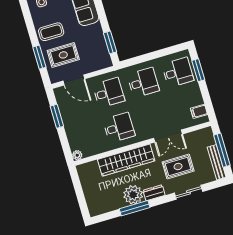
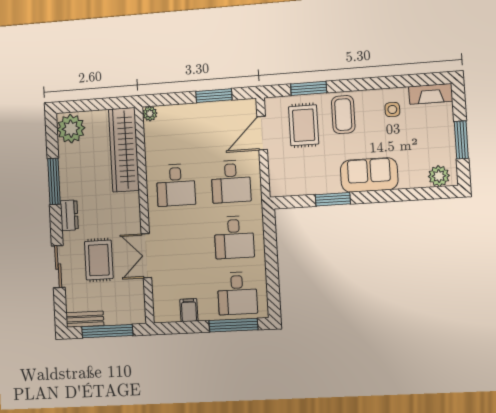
window: (110, 42) -> (333, 199), moved
window: (198, 70) -> (233, 325), width x1.44
filing cabinet: (199, 111) -> (189, 310), moved
wardrobe: (126, 160) -> (124, 150), moved
bench: (217, 162) -> (85, 319), width x0.73
plant: (133, 195) -> (71, 129), moved

